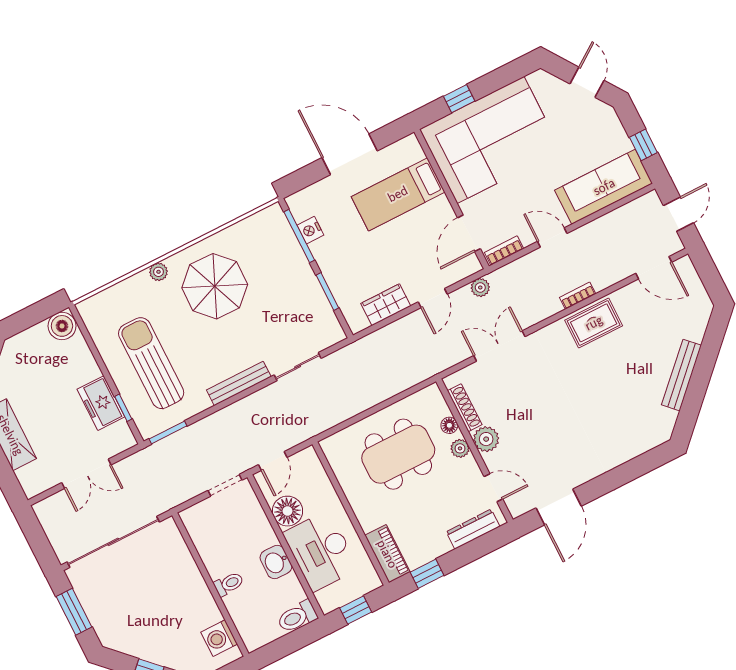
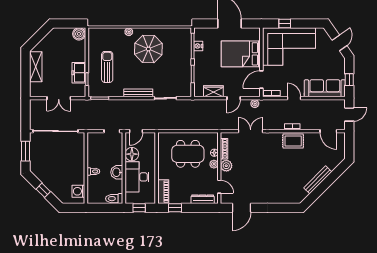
bed: (398, 194) -> (241, 54), width x1.50
sun lounger: (151, 363) -> (107, 67), width x0.73, depth x0.75

